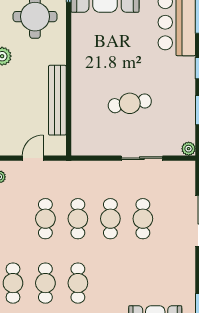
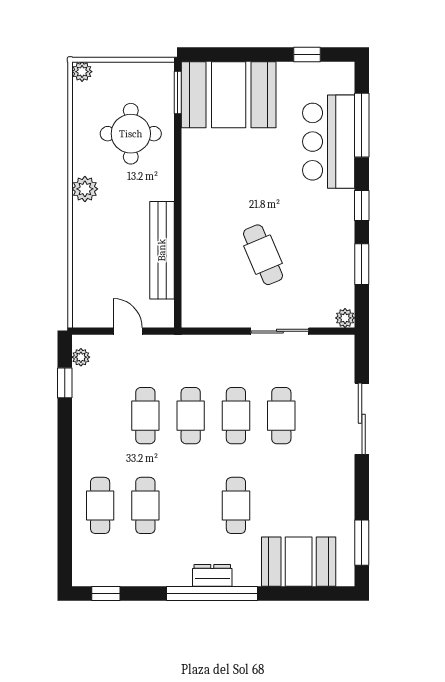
cafe table: (130, 103) -> (263, 255), turned 76
door: (33, 158) -> (128, 331), hinge flipped
cafe table: (78, 283) -> (236, 505), moved

